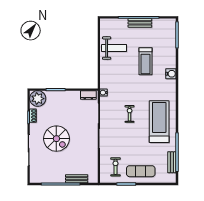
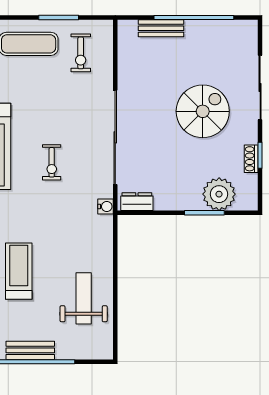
weight bench: (114, 48) -> (84, 298), turned 90
plant: (38, 99) -> (219, 194), moved
spiral stairs: (56, 139) -> (203, 111), turned 90

